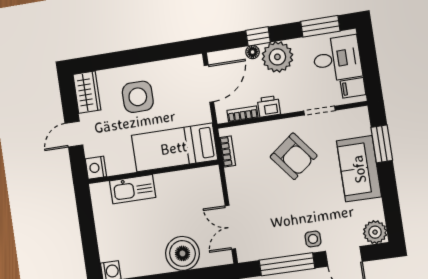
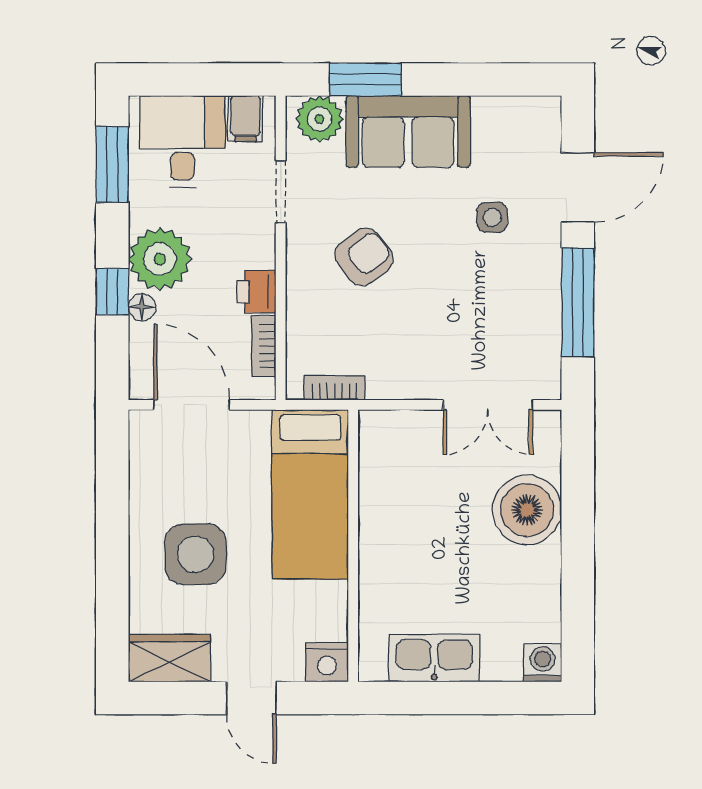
armchair: (294, 156) -> (364, 257), width x0.72, depth x0.72
kitchen sink: (133, 189) -> (434, 658), moved, turned -90
plant: (375, 232) -> (319, 119), moved
side table: (313, 239) -> (492, 217), moved

